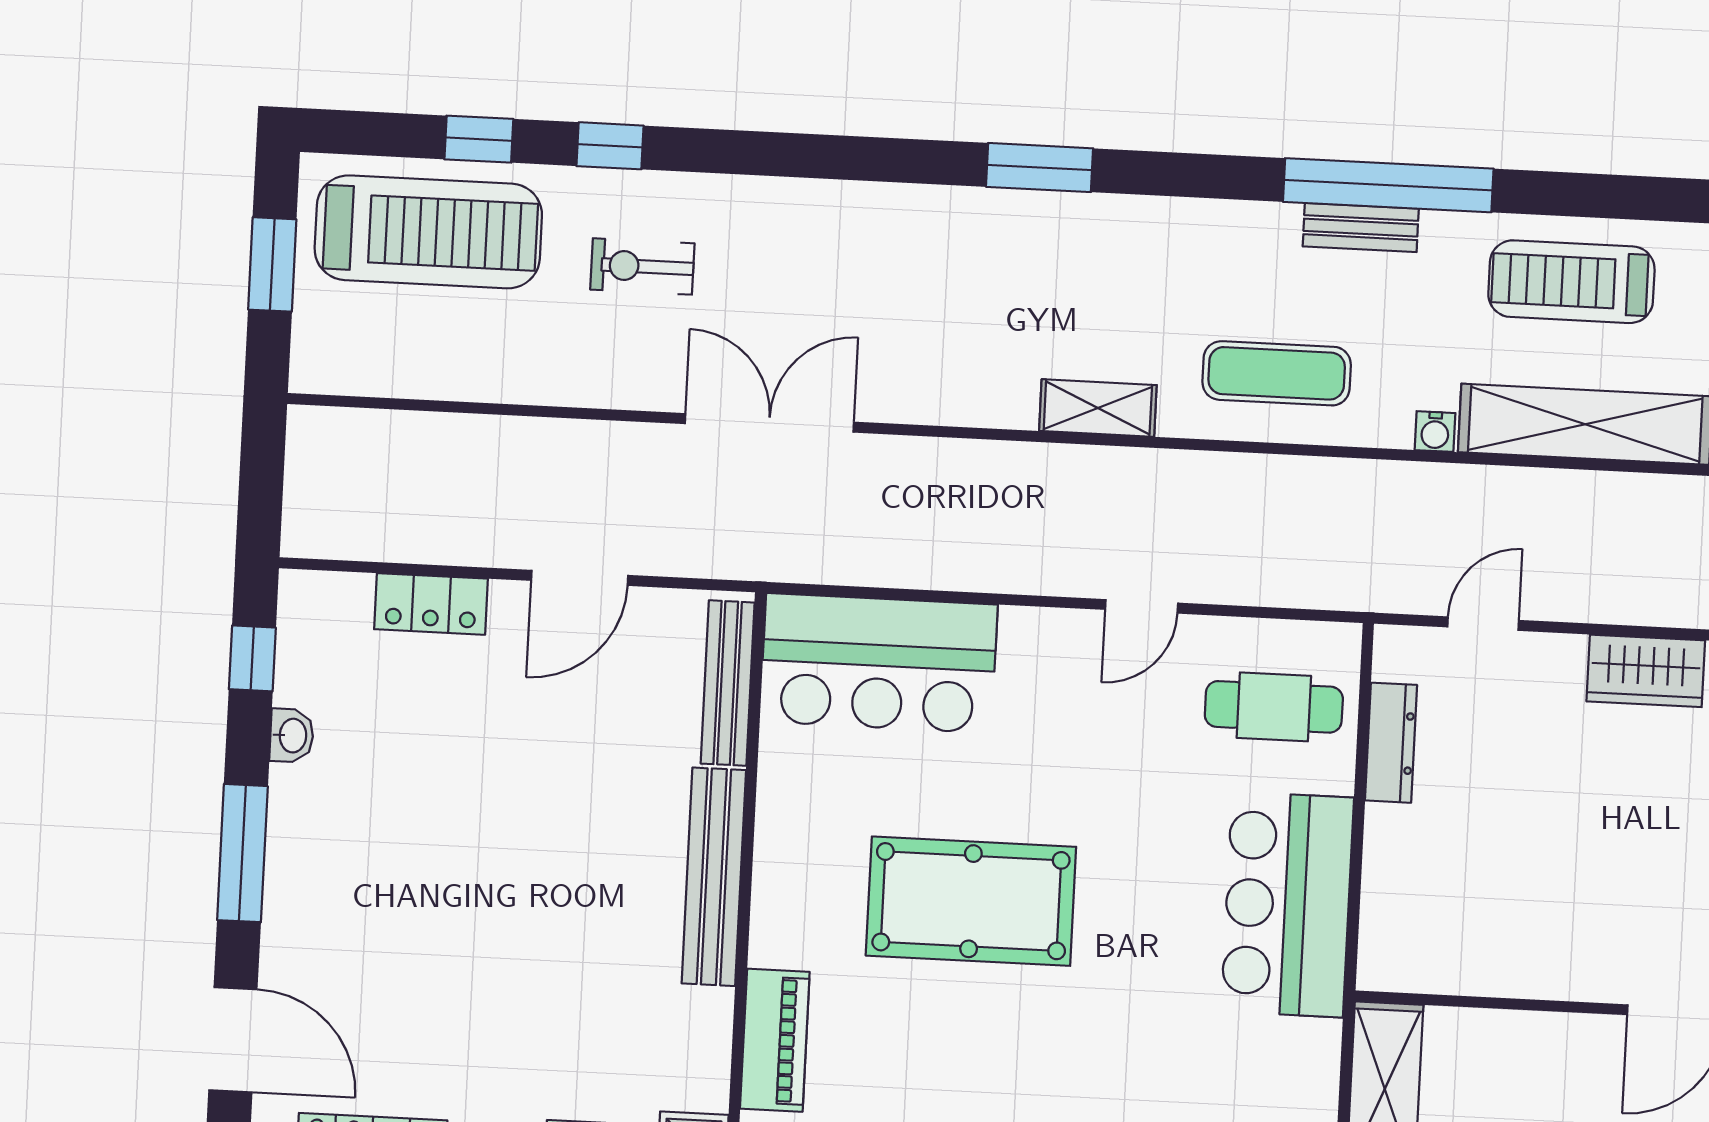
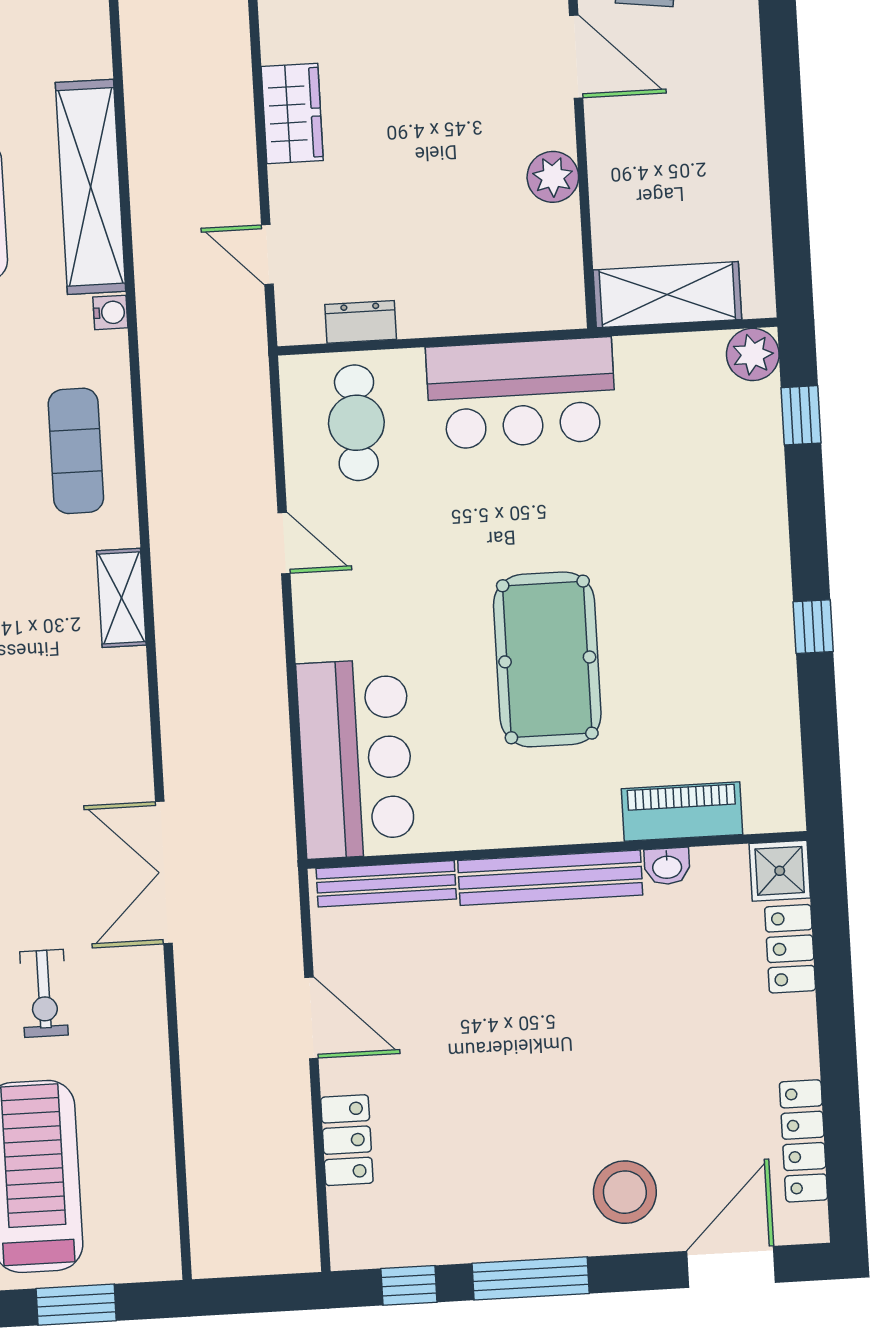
washbasin: (292, 736) -> (667, 866), moved, turned 180
dresser: (1391, 743) -> (361, 322), width x0.70
window: (242, 853) -> (531, 1278), moved
stool: (334, 924) -> (625, 1192), added
plant: (1538, 969) -> (553, 177), added

